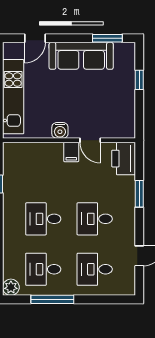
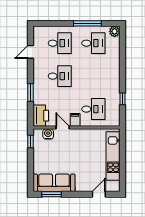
sofa: (81, 56) -> (54, 183), moved
window: (139, 80) -> (31, 142), moved
water cooler: (60, 130) -> (48, 134), moved
desk: (43, 219) -> (93, 109), moved

